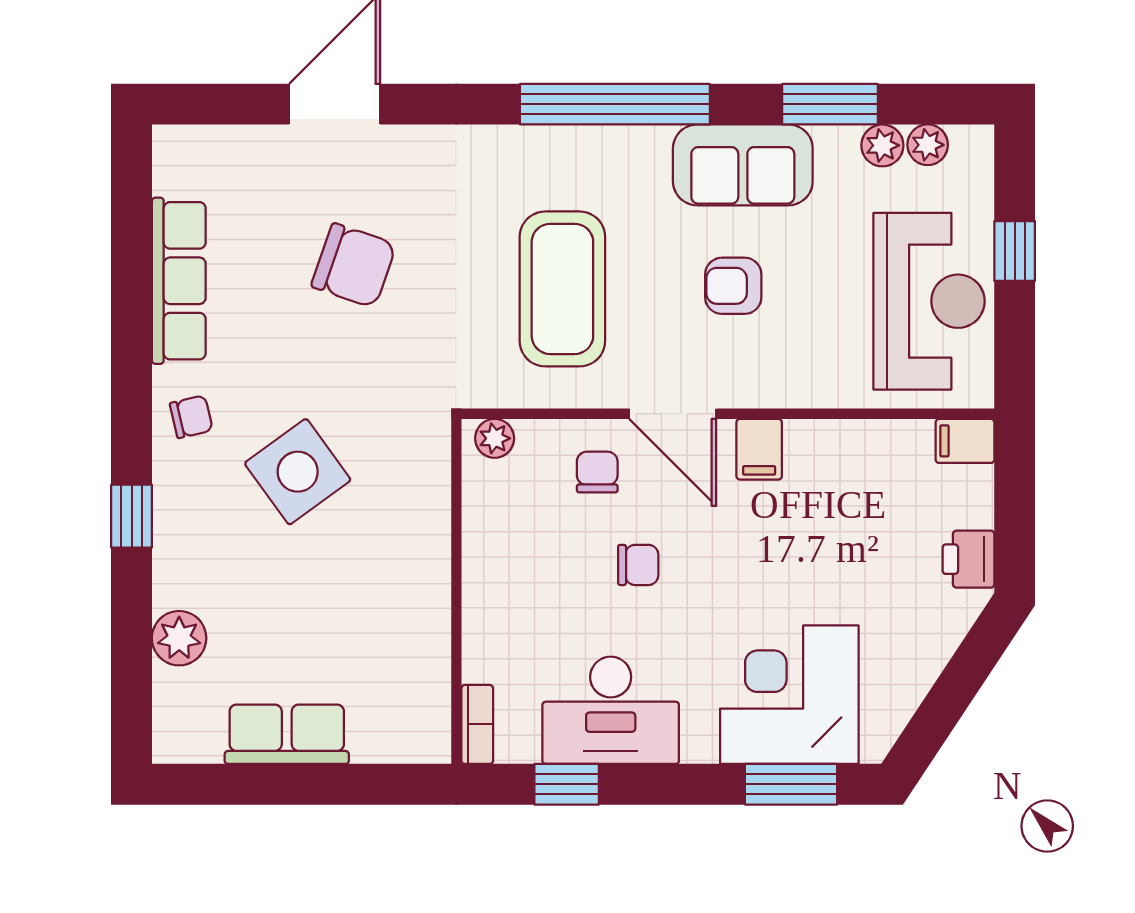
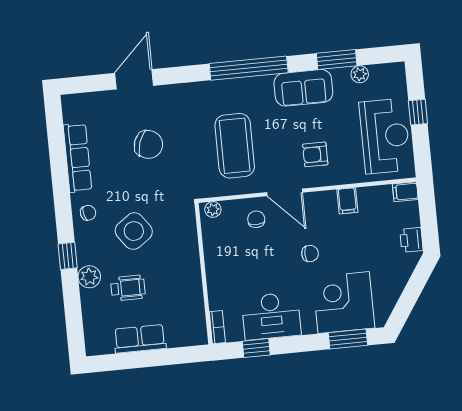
plant: (928, 145) -> (378, 72), removed
armchair: (733, 286) -> (315, 154), moved
filing cabinet: (759, 449) -> (347, 201), moved
chair: (638, 565) -> (310, 254), moved
wheelchair: (270, 608) -> (128, 288), added
plant: (179, 638) -> (89, 277), moved

